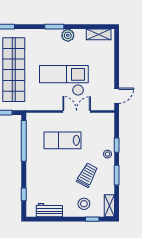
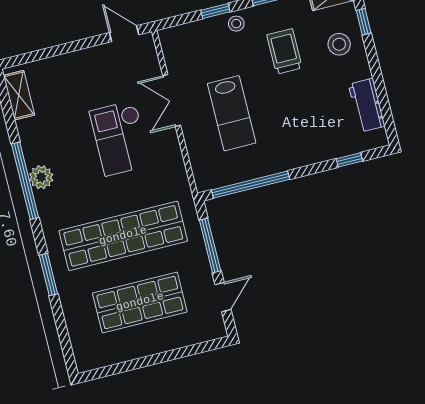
window: (54, 27) -> (25, 181), width x2.11
plant: (68, 35) -> (41, 177), moved
checkout: (64, 80) -> (120, 138), width x0.73, depth x0.83
trolley: (87, 175) -> (284, 51), turned 62

